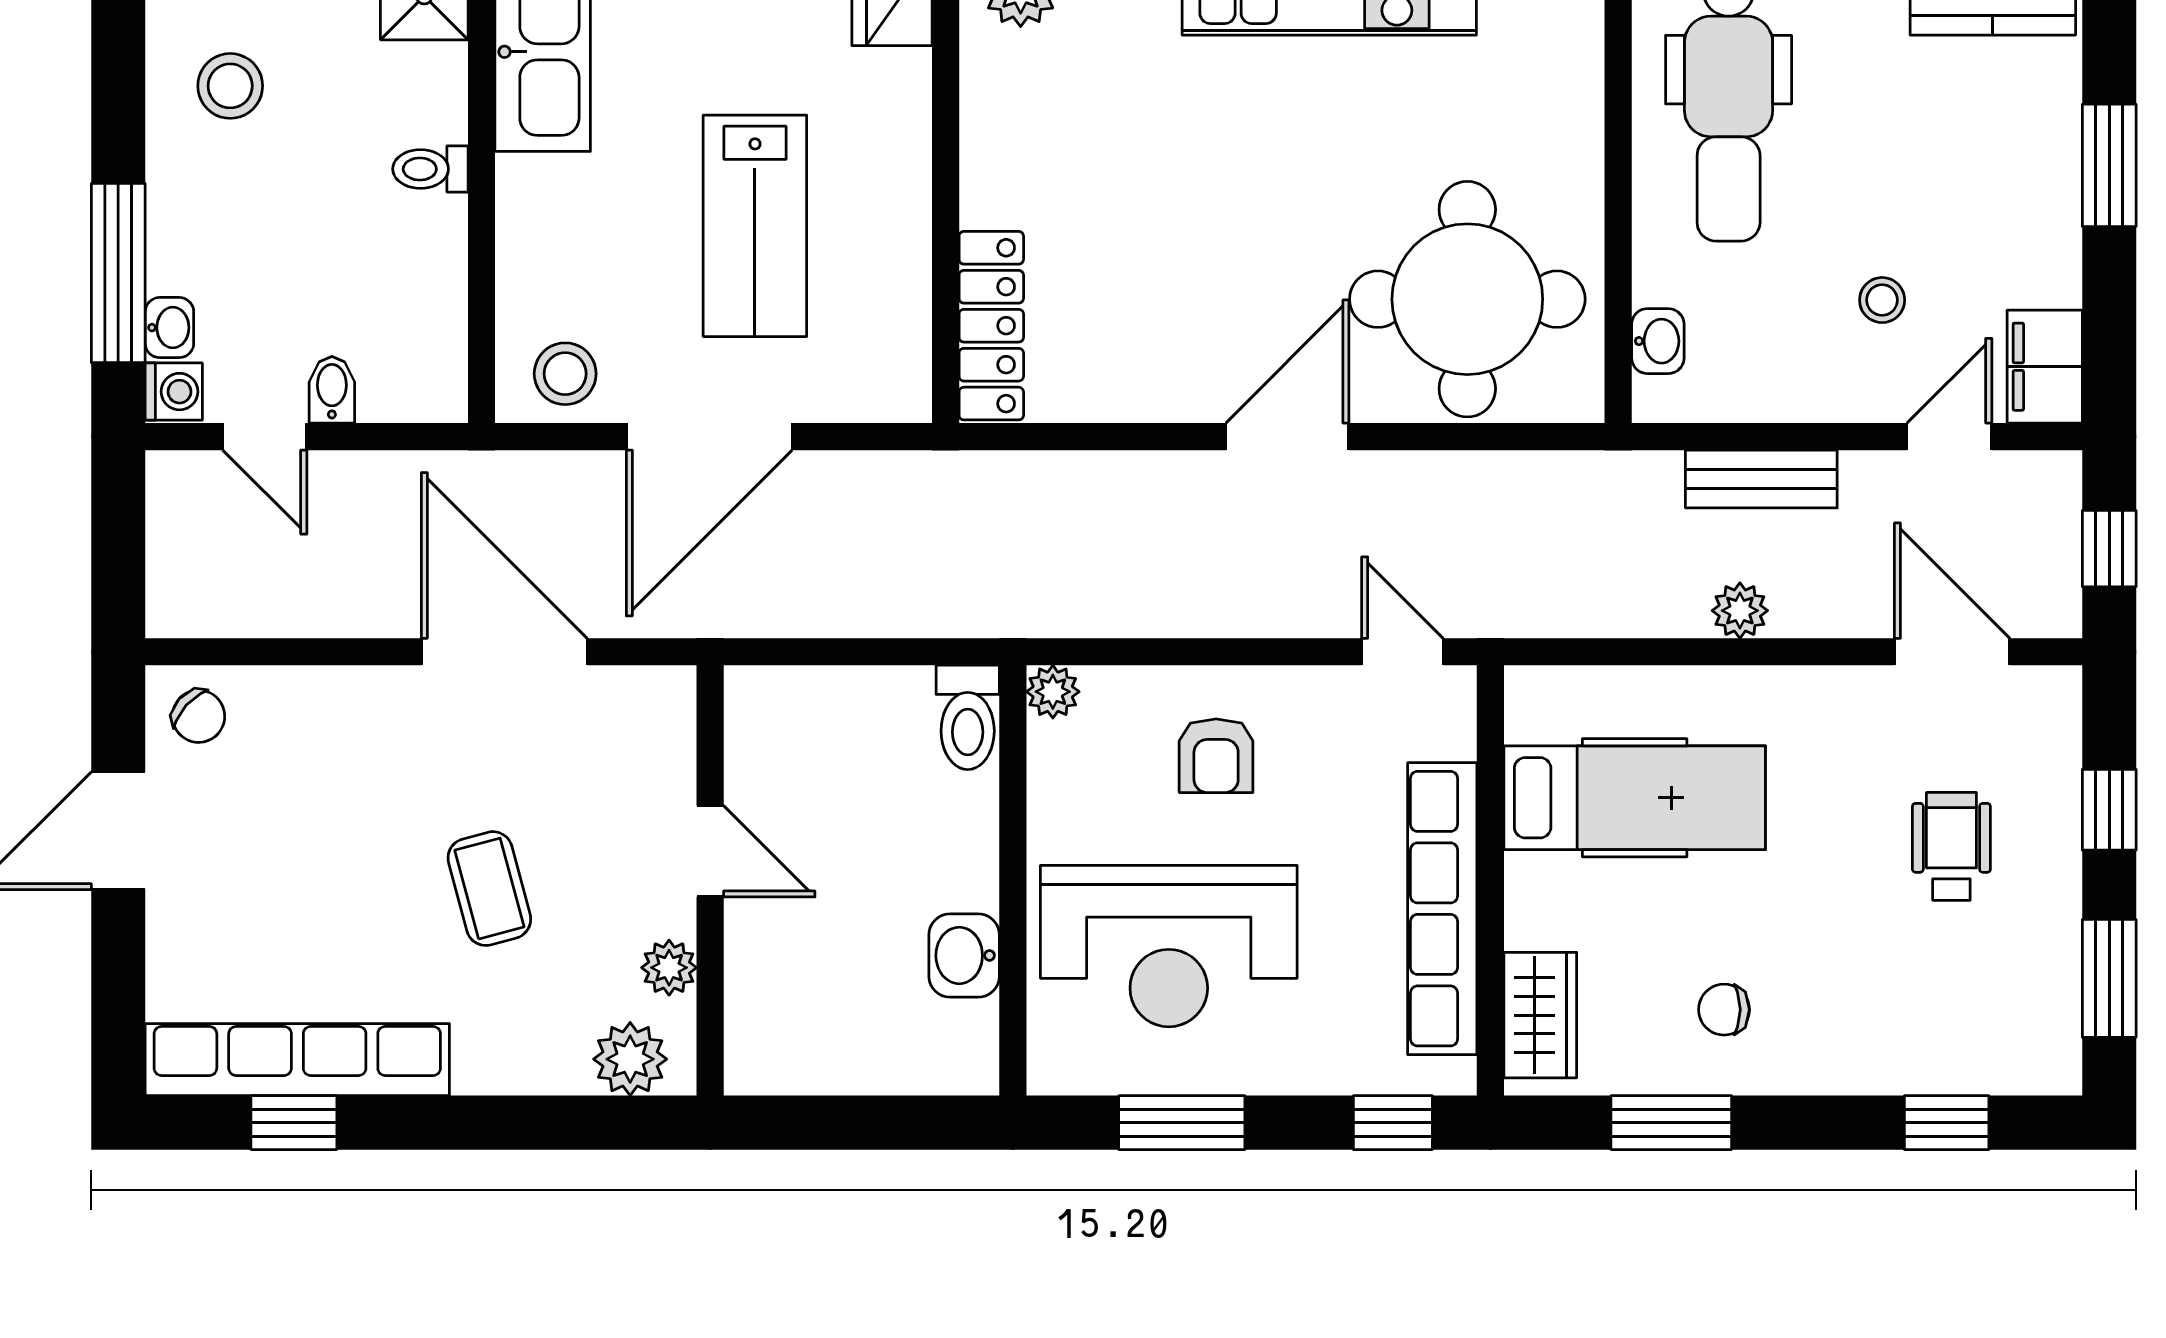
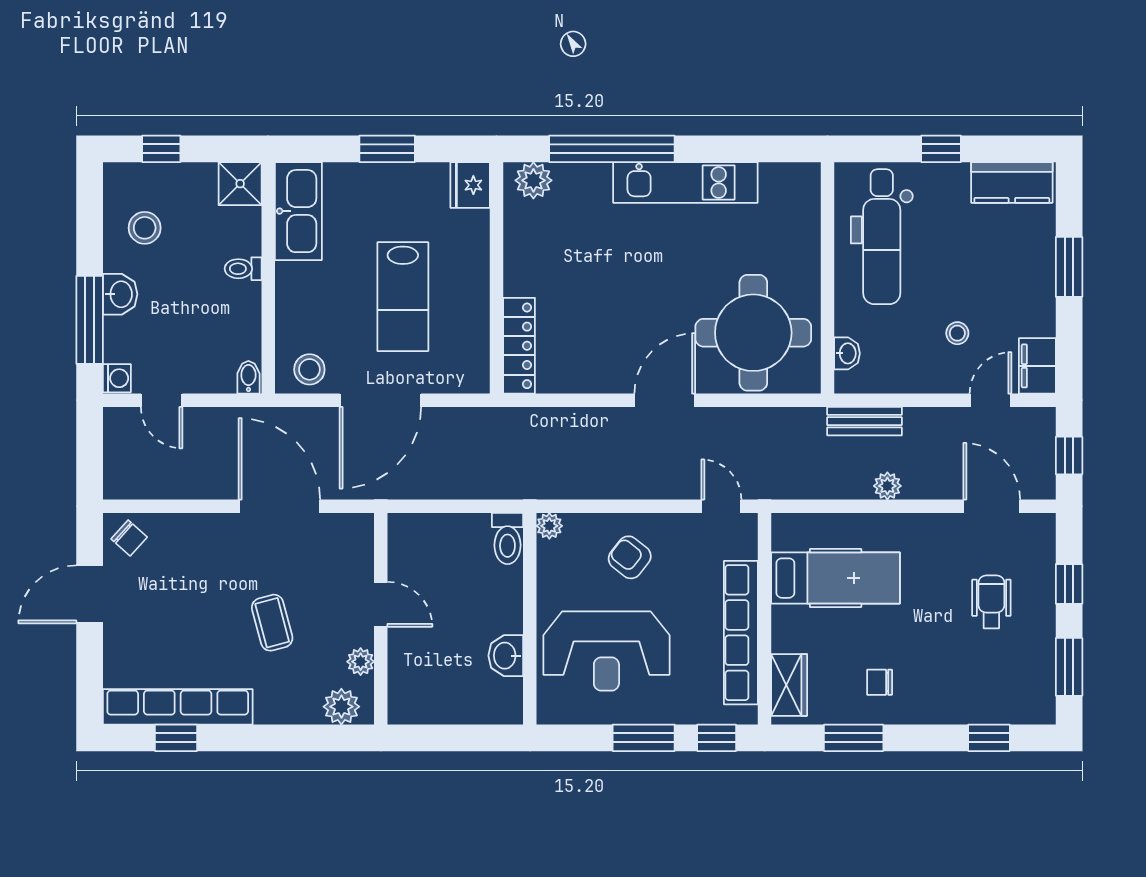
washbasin: (169, 328) -> (120, 294), moved, width x1.38, depth x1.45
bidet: (332, 390) -> (248, 377), moved
bench: (1761, 479) -> (865, 421), moved
armchair: (1216, 756) -> (630, 557), turned 128
window: (1182, 1123) -> (644, 738), moved

